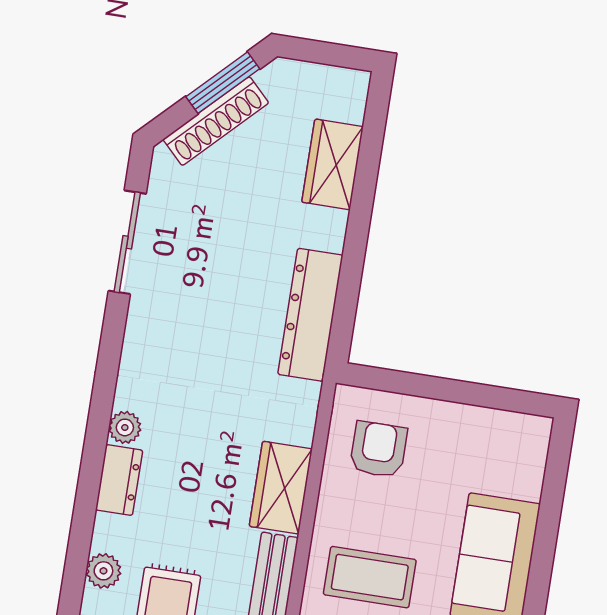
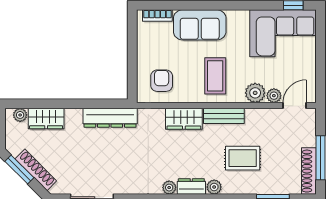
plant: (350, 105) -> (20, 115), added
armchair: (378, 449) -> (162, 81), turned 90
bookcase: (533, 464) -> (157, 16), added
plant: (103, 571) -> (214, 187), moved

